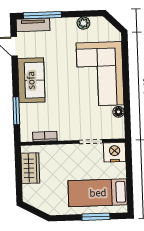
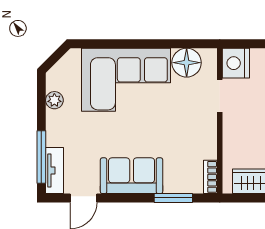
floor lamp: (118, 112) -> (187, 63), width x1.89, depth x1.89
bookcase: (45, 136) -> (210, 177), moved

